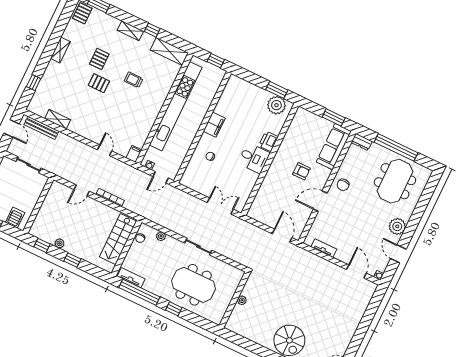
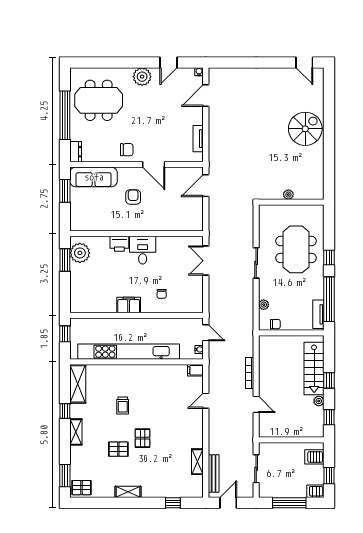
stairs: (118, 239) -> (314, 368), moved, turned 90

